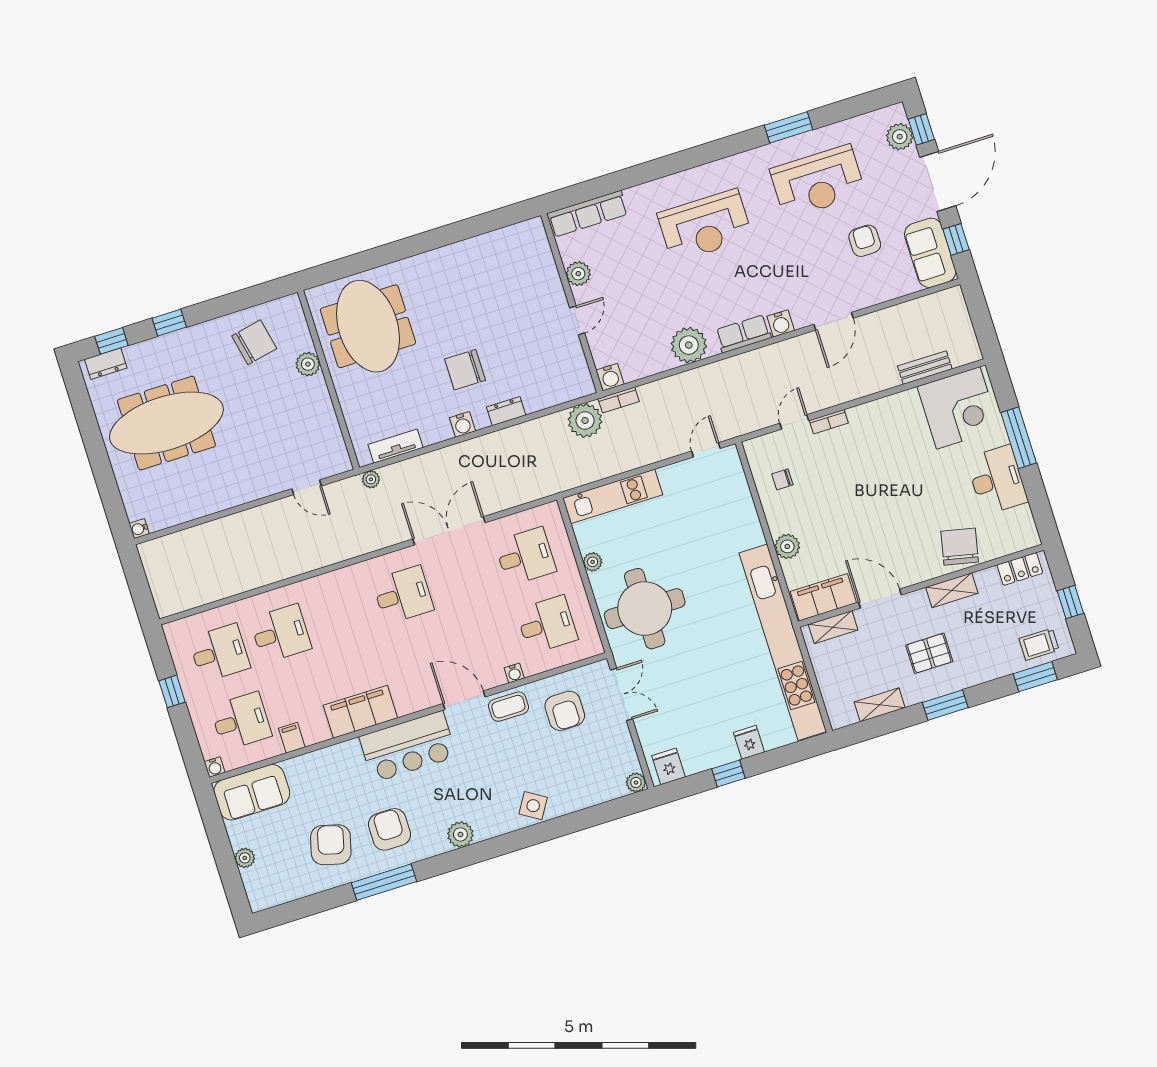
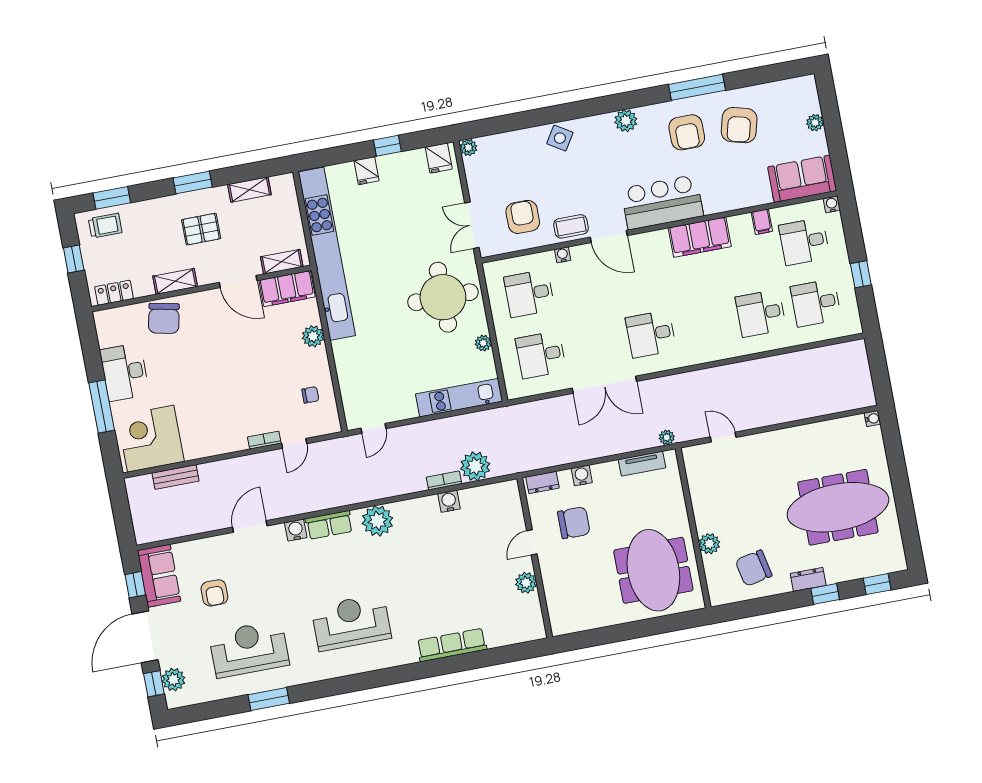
plant: (578, 274) -> (526, 583), moved
wall: (572, 303) -> (535, 558), moved
door: (577, 320) -> (532, 542), moved
dresser: (106, 364) -> (808, 579), moved

